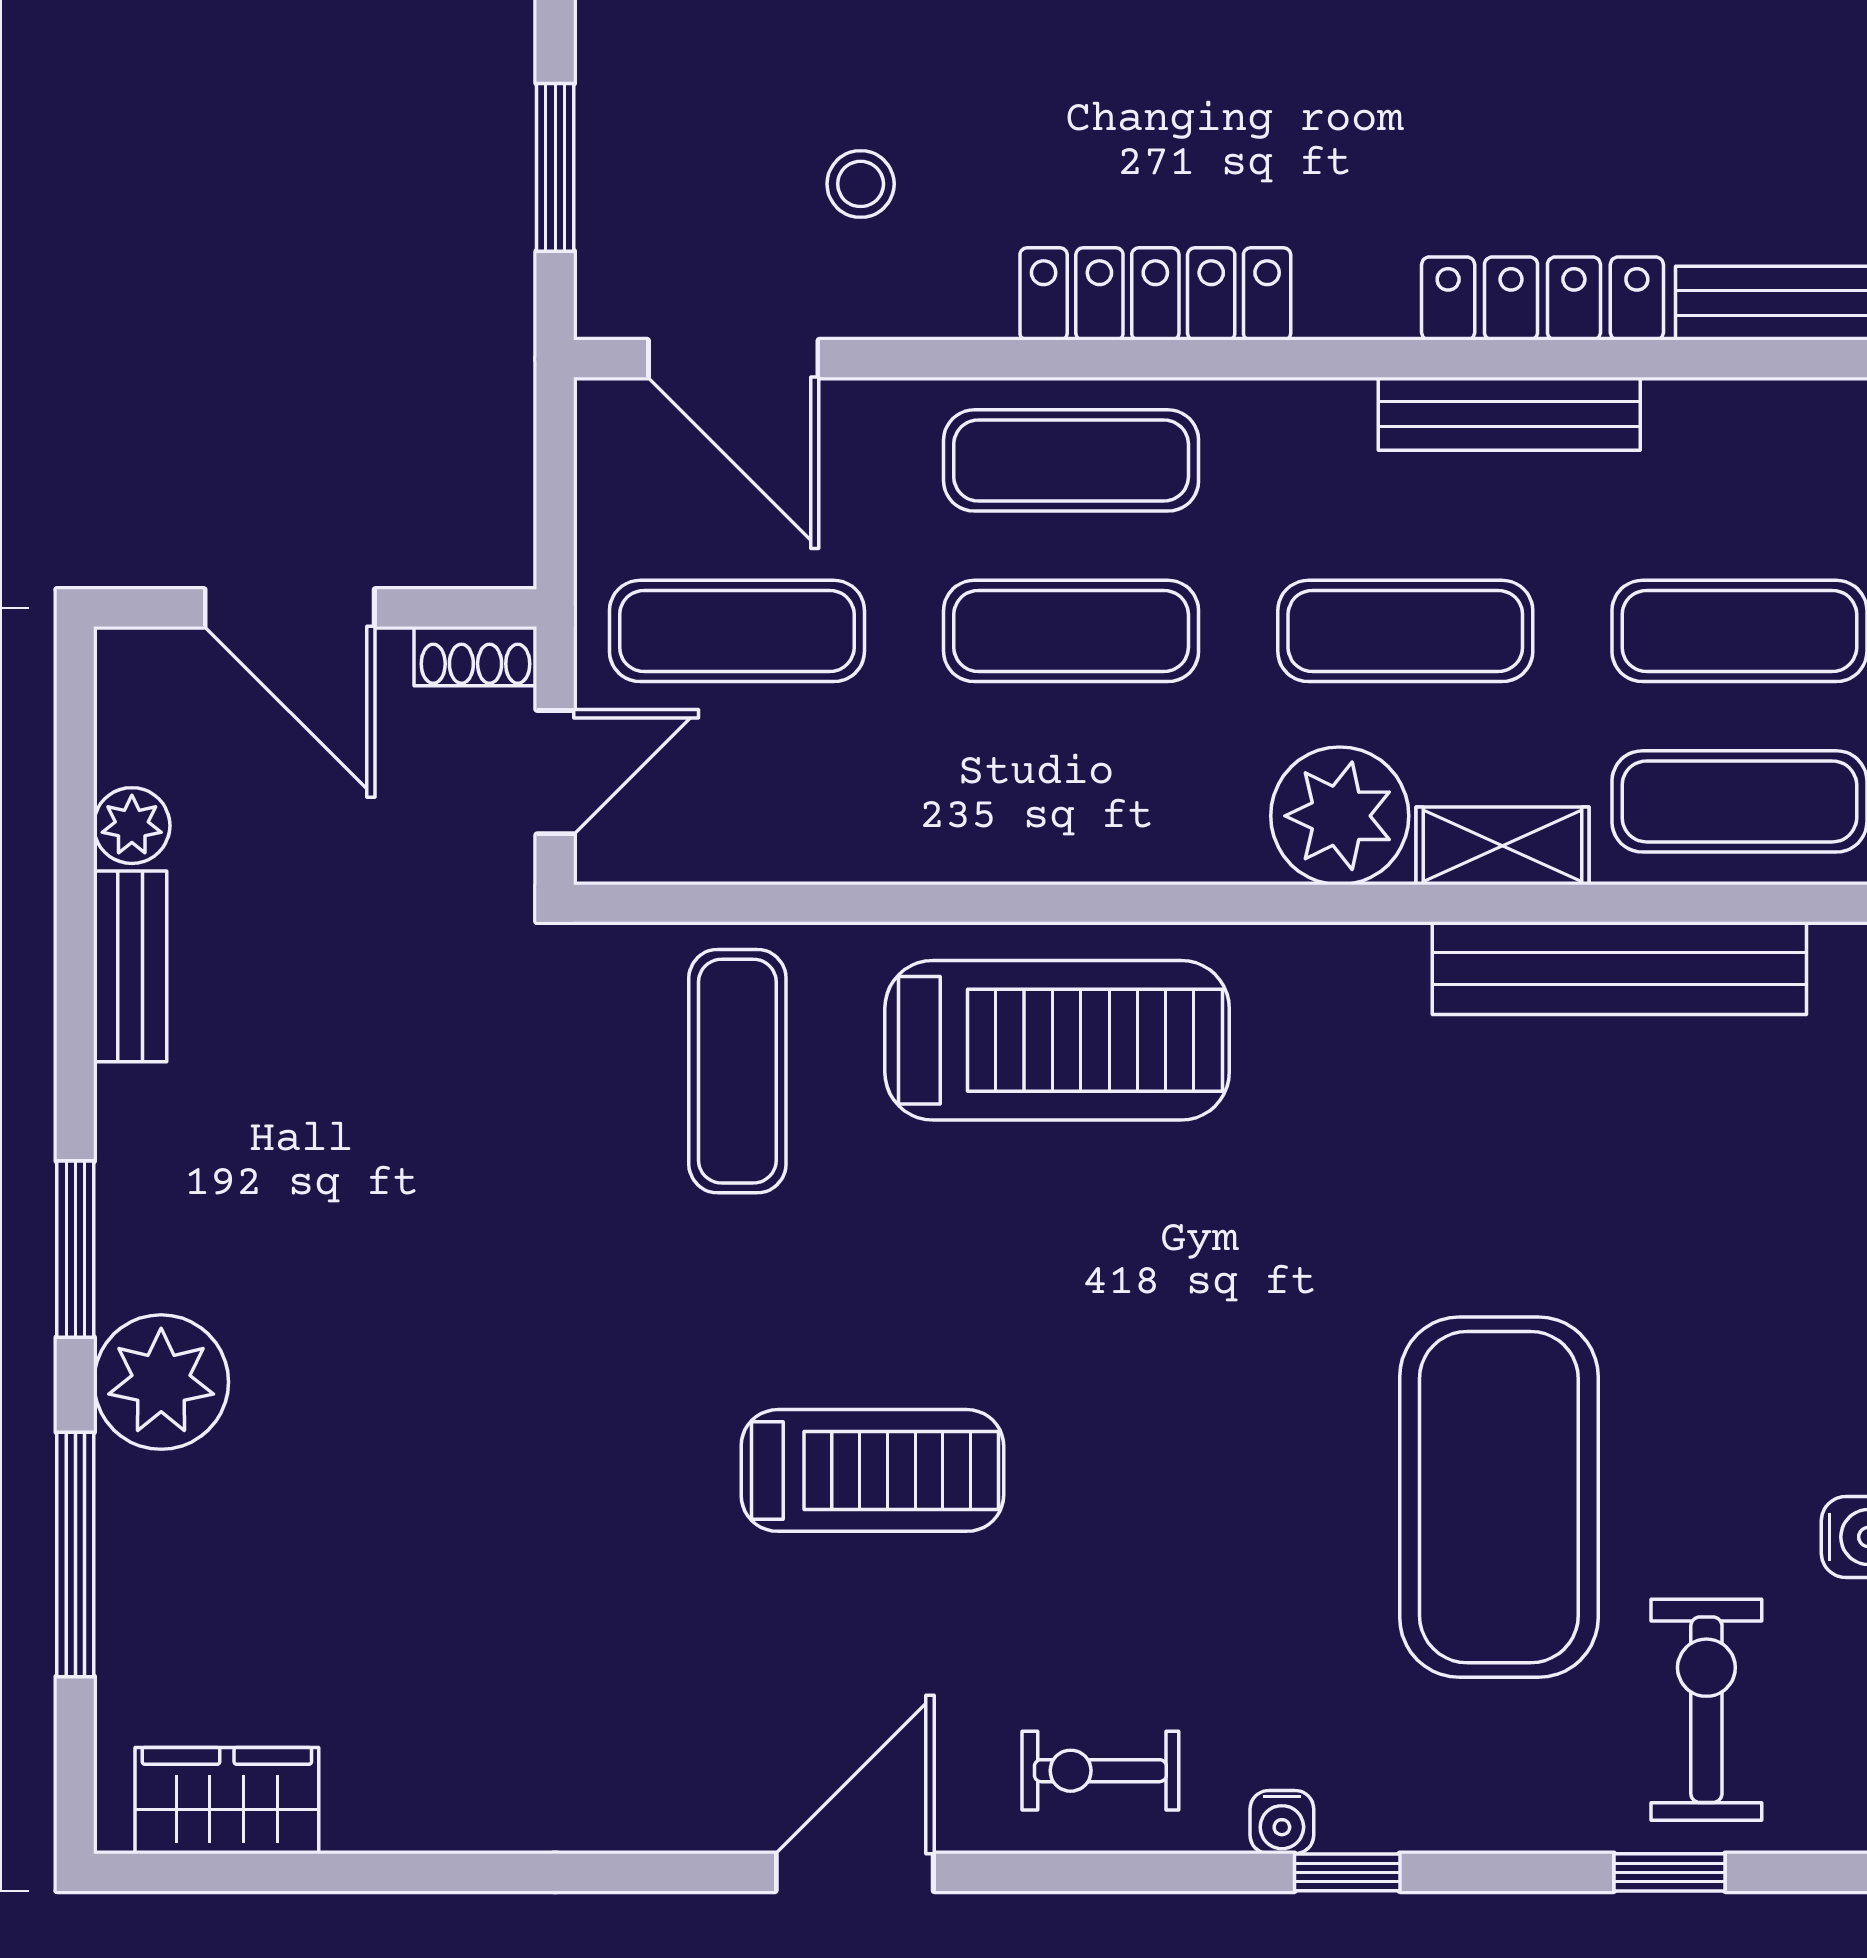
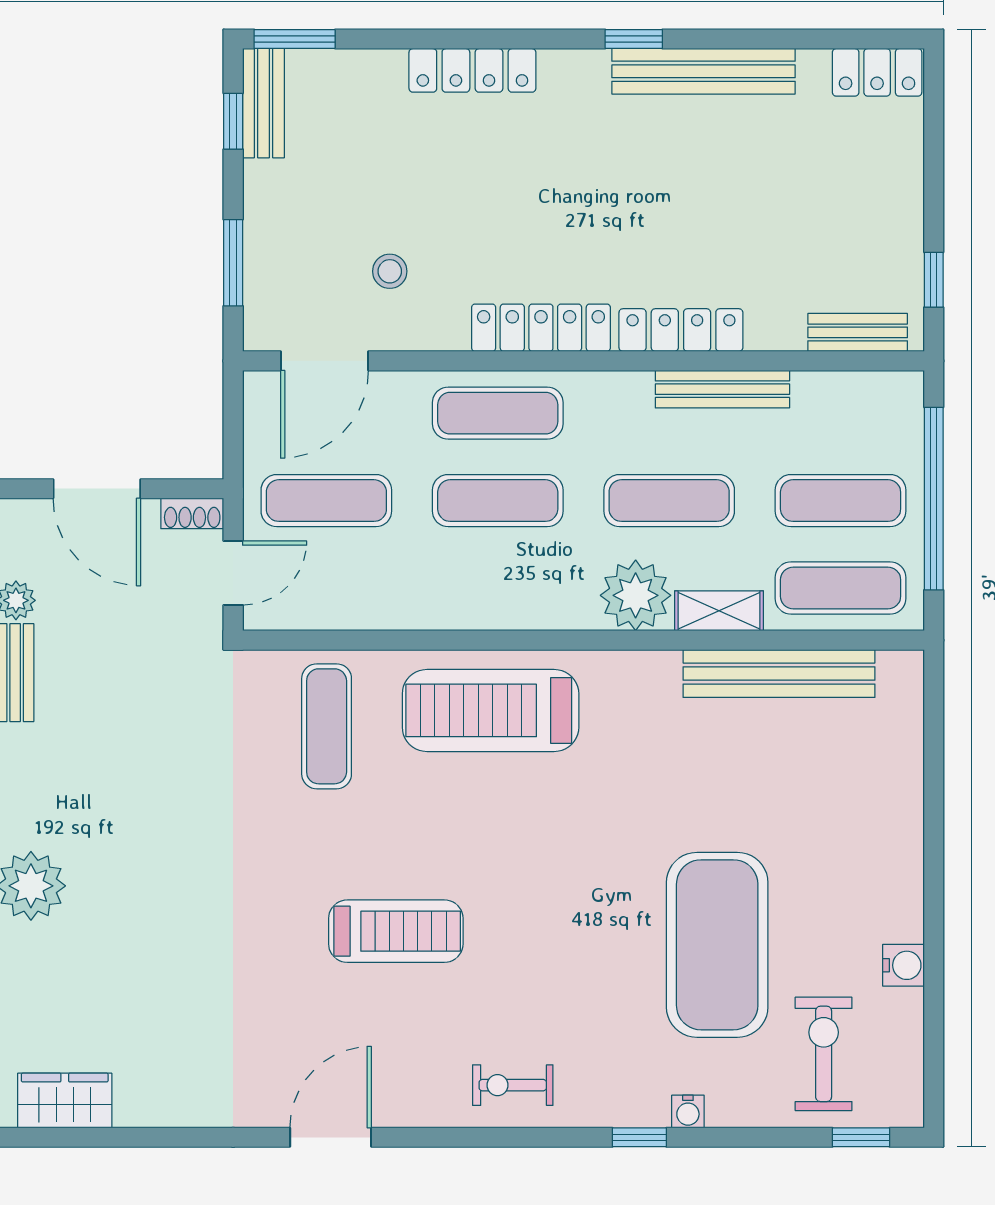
locker: (1542, 299) -> (681, 330), moved
door: (733, 359) -> (324, 361), hinge flipped
treadmill: (1057, 1040) -> (491, 710), turned 180
water cooler: (1282, 1822) -> (688, 1111), moved
door: (855, 1872) -> (331, 1137), moved
window: (1669, 1872) -> (861, 1137), moved

